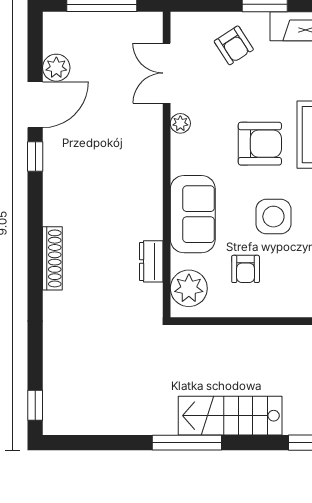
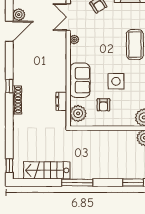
armchair: (260, 144) -> (110, 49), removed
window: (35, 156) -> (9, 86), moved
stairs: (230, 416) -> (47, 170), moved

